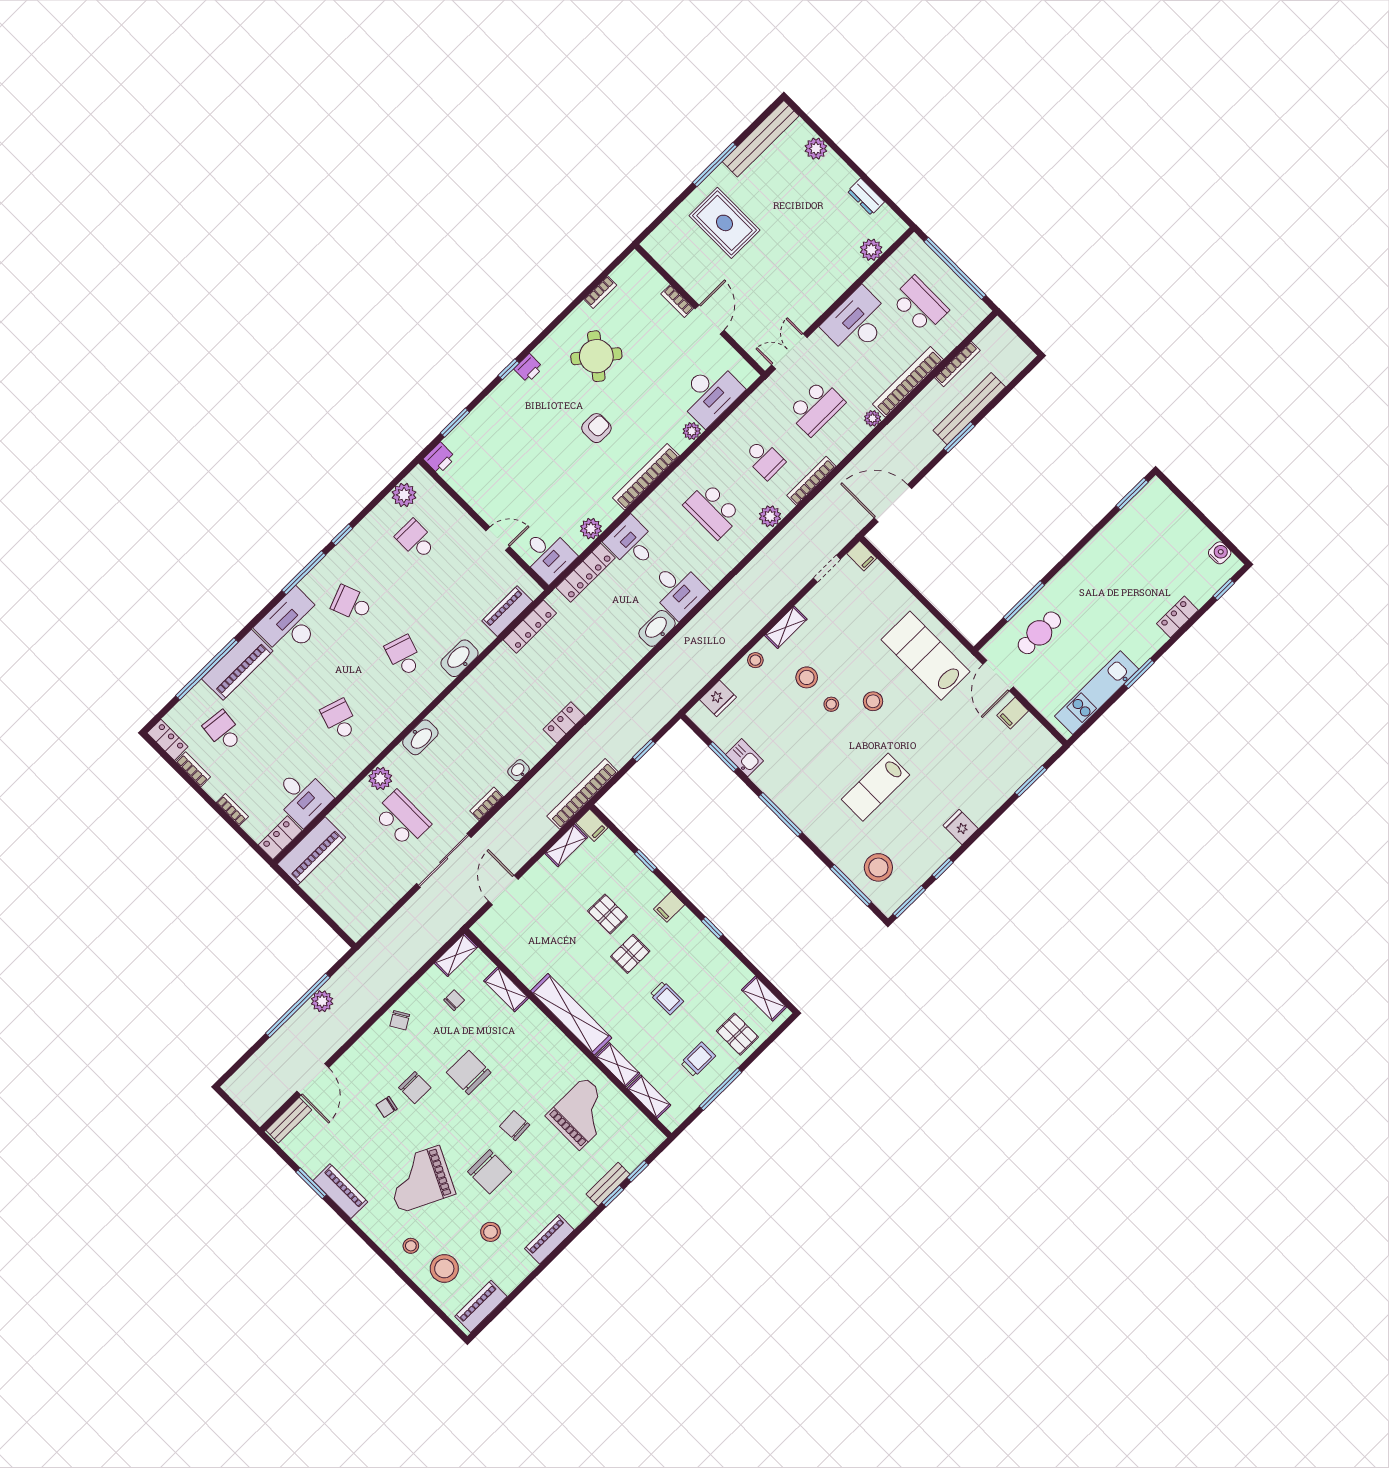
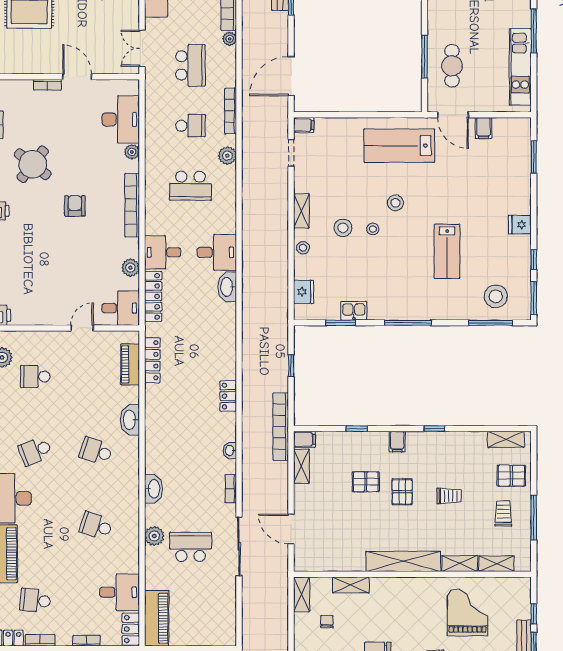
window: (1139, 673) -> (534, 31), width x1.44

